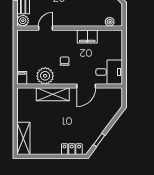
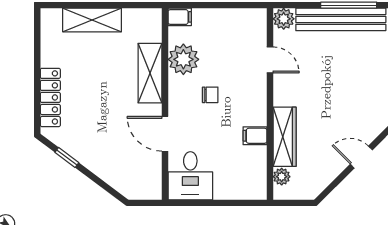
wardrobe: (88, 20) -> (285, 137), added
filing cabinet: (87, 36) -> (255, 136), width x0.50
shelving: (23, 138) -> (92, 20), moved
locker: (72, 149) -> (50, 97), width x1.53

